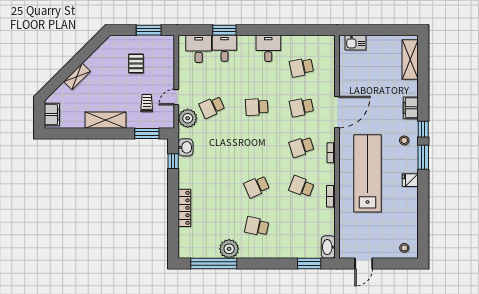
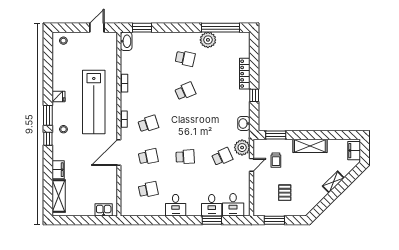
filing cabinet: (411, 108) -> (58, 170), moved
window: (173, 161) -> (254, 95), moved
school desk: (301, 187) -> (148, 91), removed

